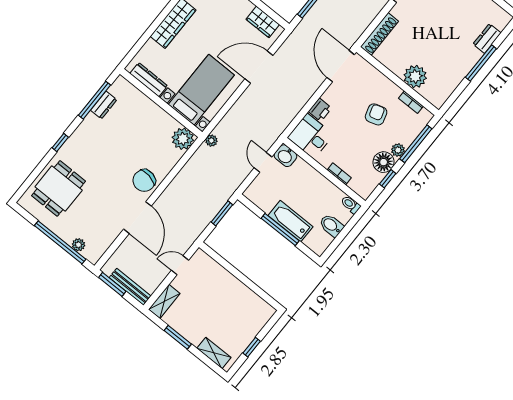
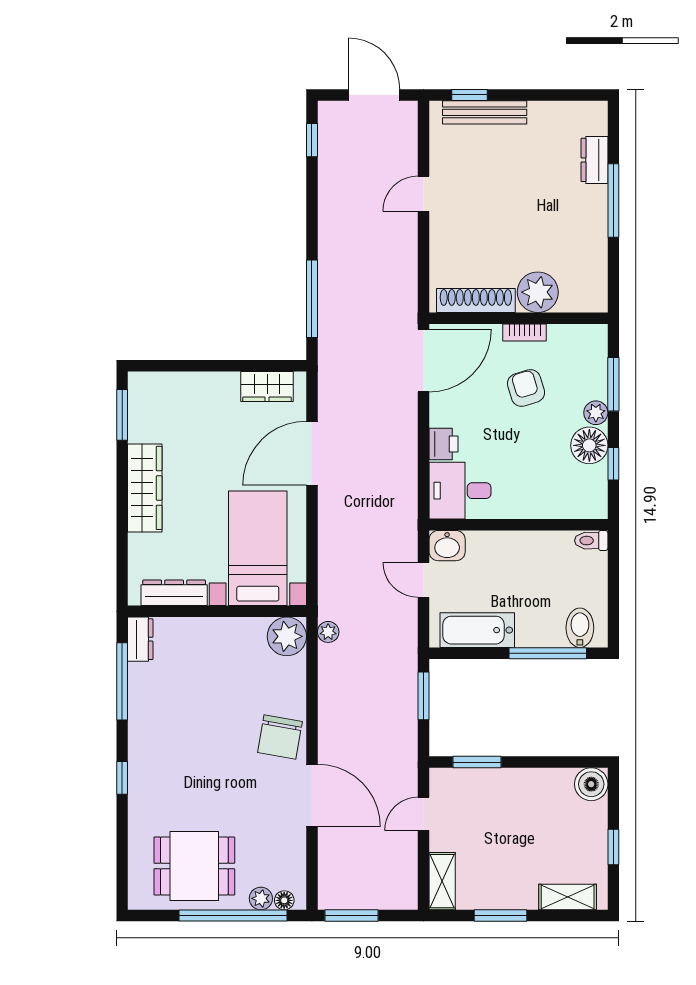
shoe rack: (379, 34) -> (476, 301), moved, turned -90
door: (341, 66) -> (424, 361), swing flipped
bookcase: (411, 102) -> (525, 332), moved
dresser: (104, 105) -> (140, 639), moved
plant: (211, 141) -> (328, 632), moved
window: (416, 144) -> (613, 384), width x0.69
bookcase: (339, 174) -> (541, 511), removed
dining table: (59, 188) -> (194, 866), moved, turned 90
bathtub: (291, 221) -> (477, 630), moved
bidet: (331, 225) -> (580, 628), moved, turned 90
window: (280, 230) -> (548, 653), moved
floor lamp: (88, 254) -> (284, 900), added
window: (222, 261) -> (477, 762), added
bench: (130, 287) -> (379, 899), removed
boiler: (264, 312) -> (591, 784), added

